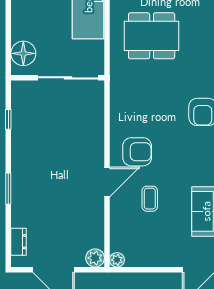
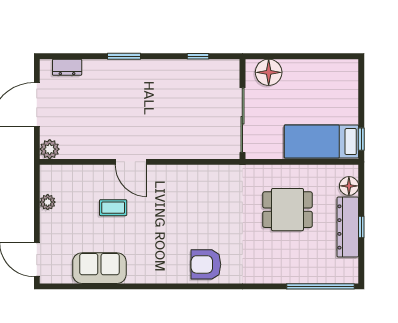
dining table: (152, 36) -> (287, 210), width x0.73
armchair: (137, 152) -> (163, 194), removed
plant: (117, 260) -> (48, 202), moved

